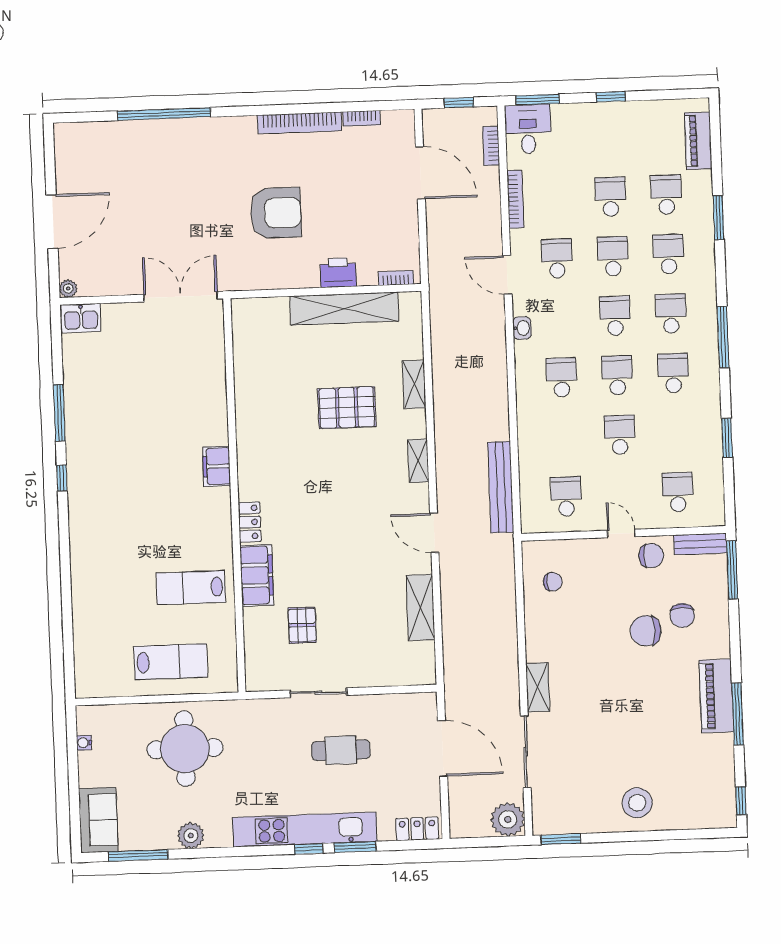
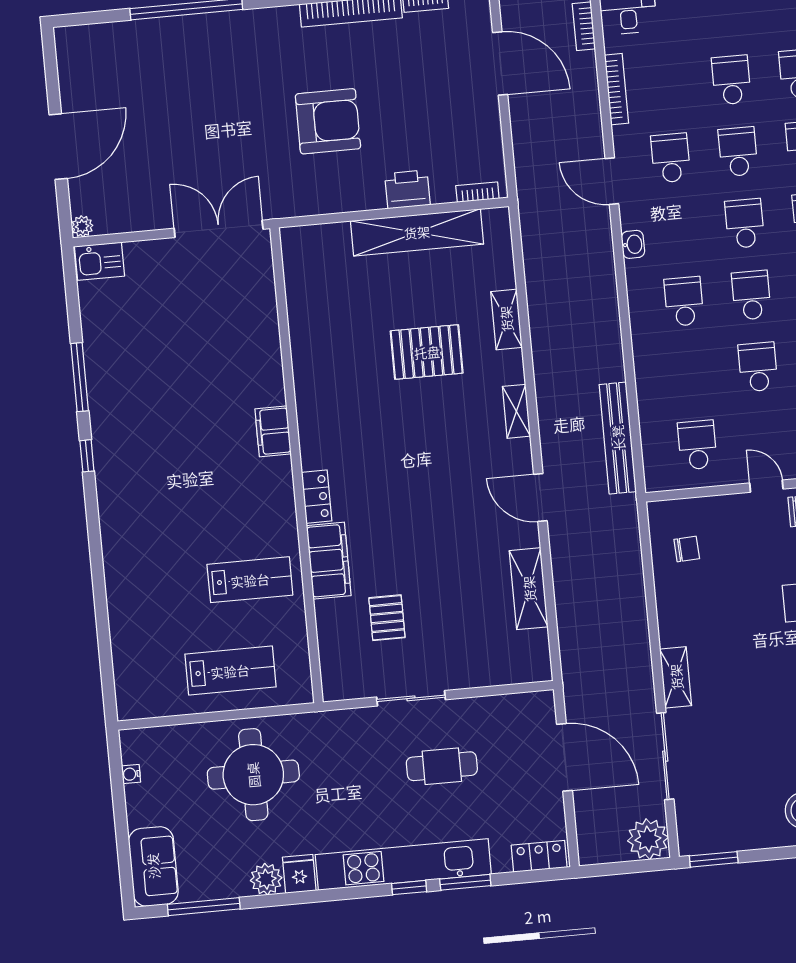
lab bench: (191, 588) -> (250, 580), turned 180
fridge: (218, 833) -> (299, 874), added

